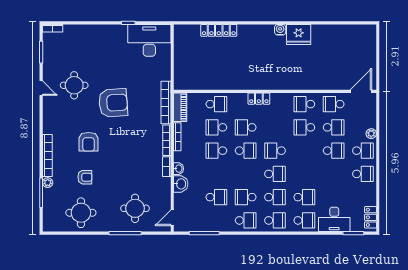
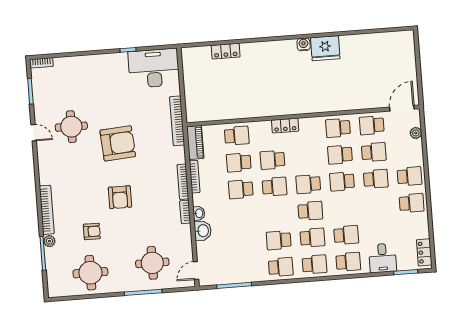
locker: (219, 30) -> (226, 51), width x0.66
bookcase: (166, 102) -> (177, 121), moved
plant: (371, 134) -> (416, 133), moved
armchair: (89, 142) -> (120, 197), moved
school desk: (216, 197) -> (342, 181), moved, turned 180
desk: (334, 219) -> (383, 258), width x0.73

